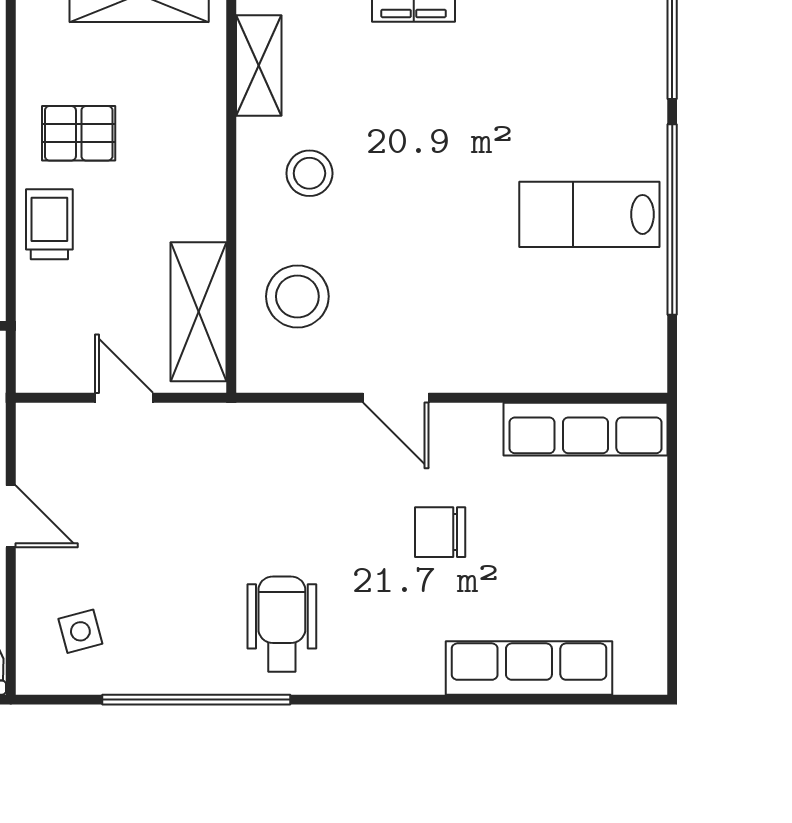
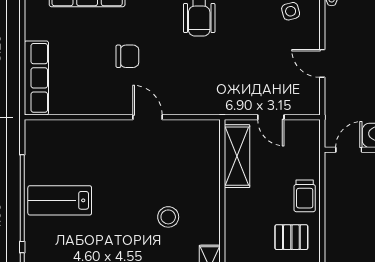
stool: (309, 173) -> (168, 217), moved
lab bench: (589, 214) -> (60, 200), turned 180
stool: (297, 296) -> (192, 163), removed
row of seats: (585, 429) -> (36, 78), moved, turned 90

